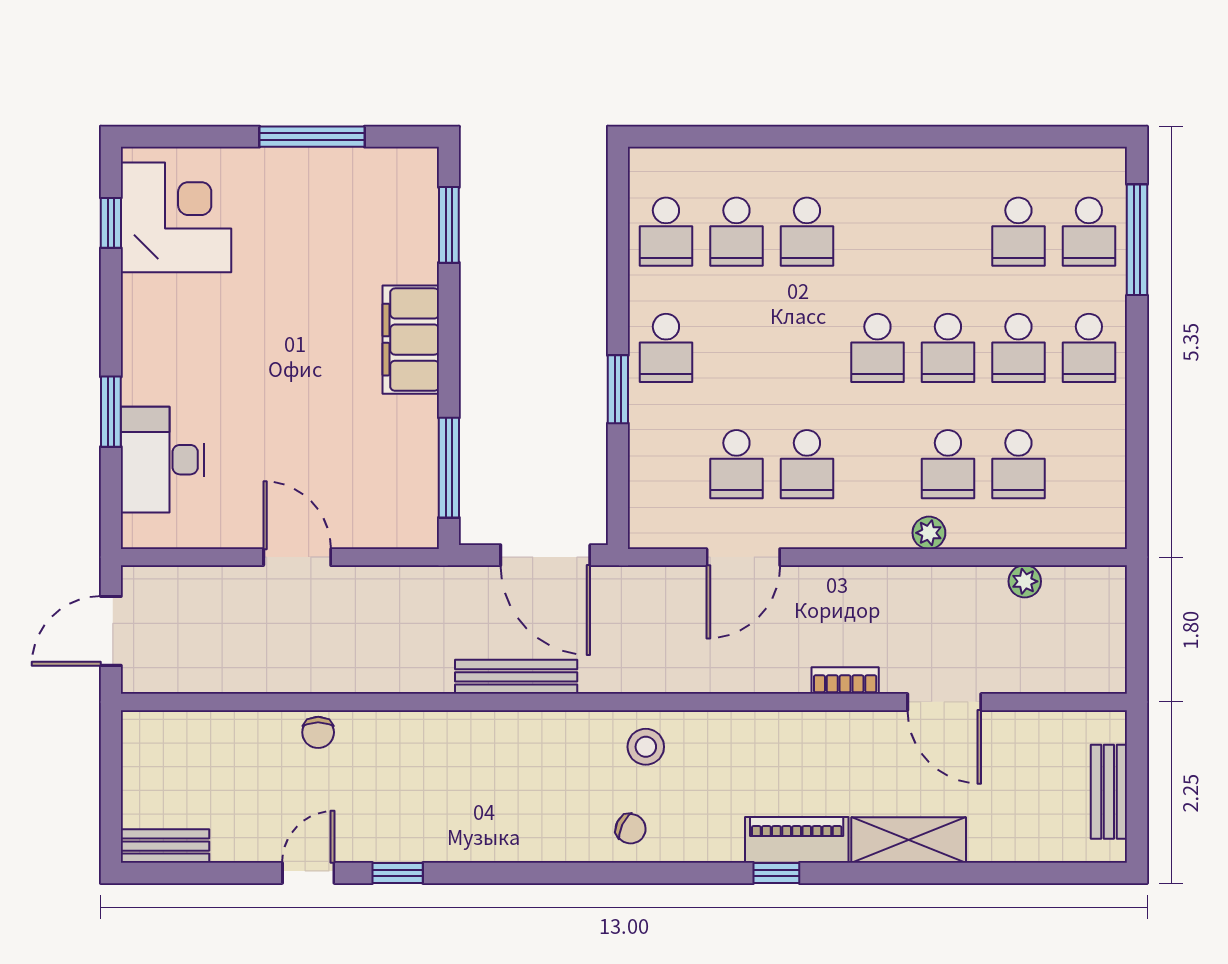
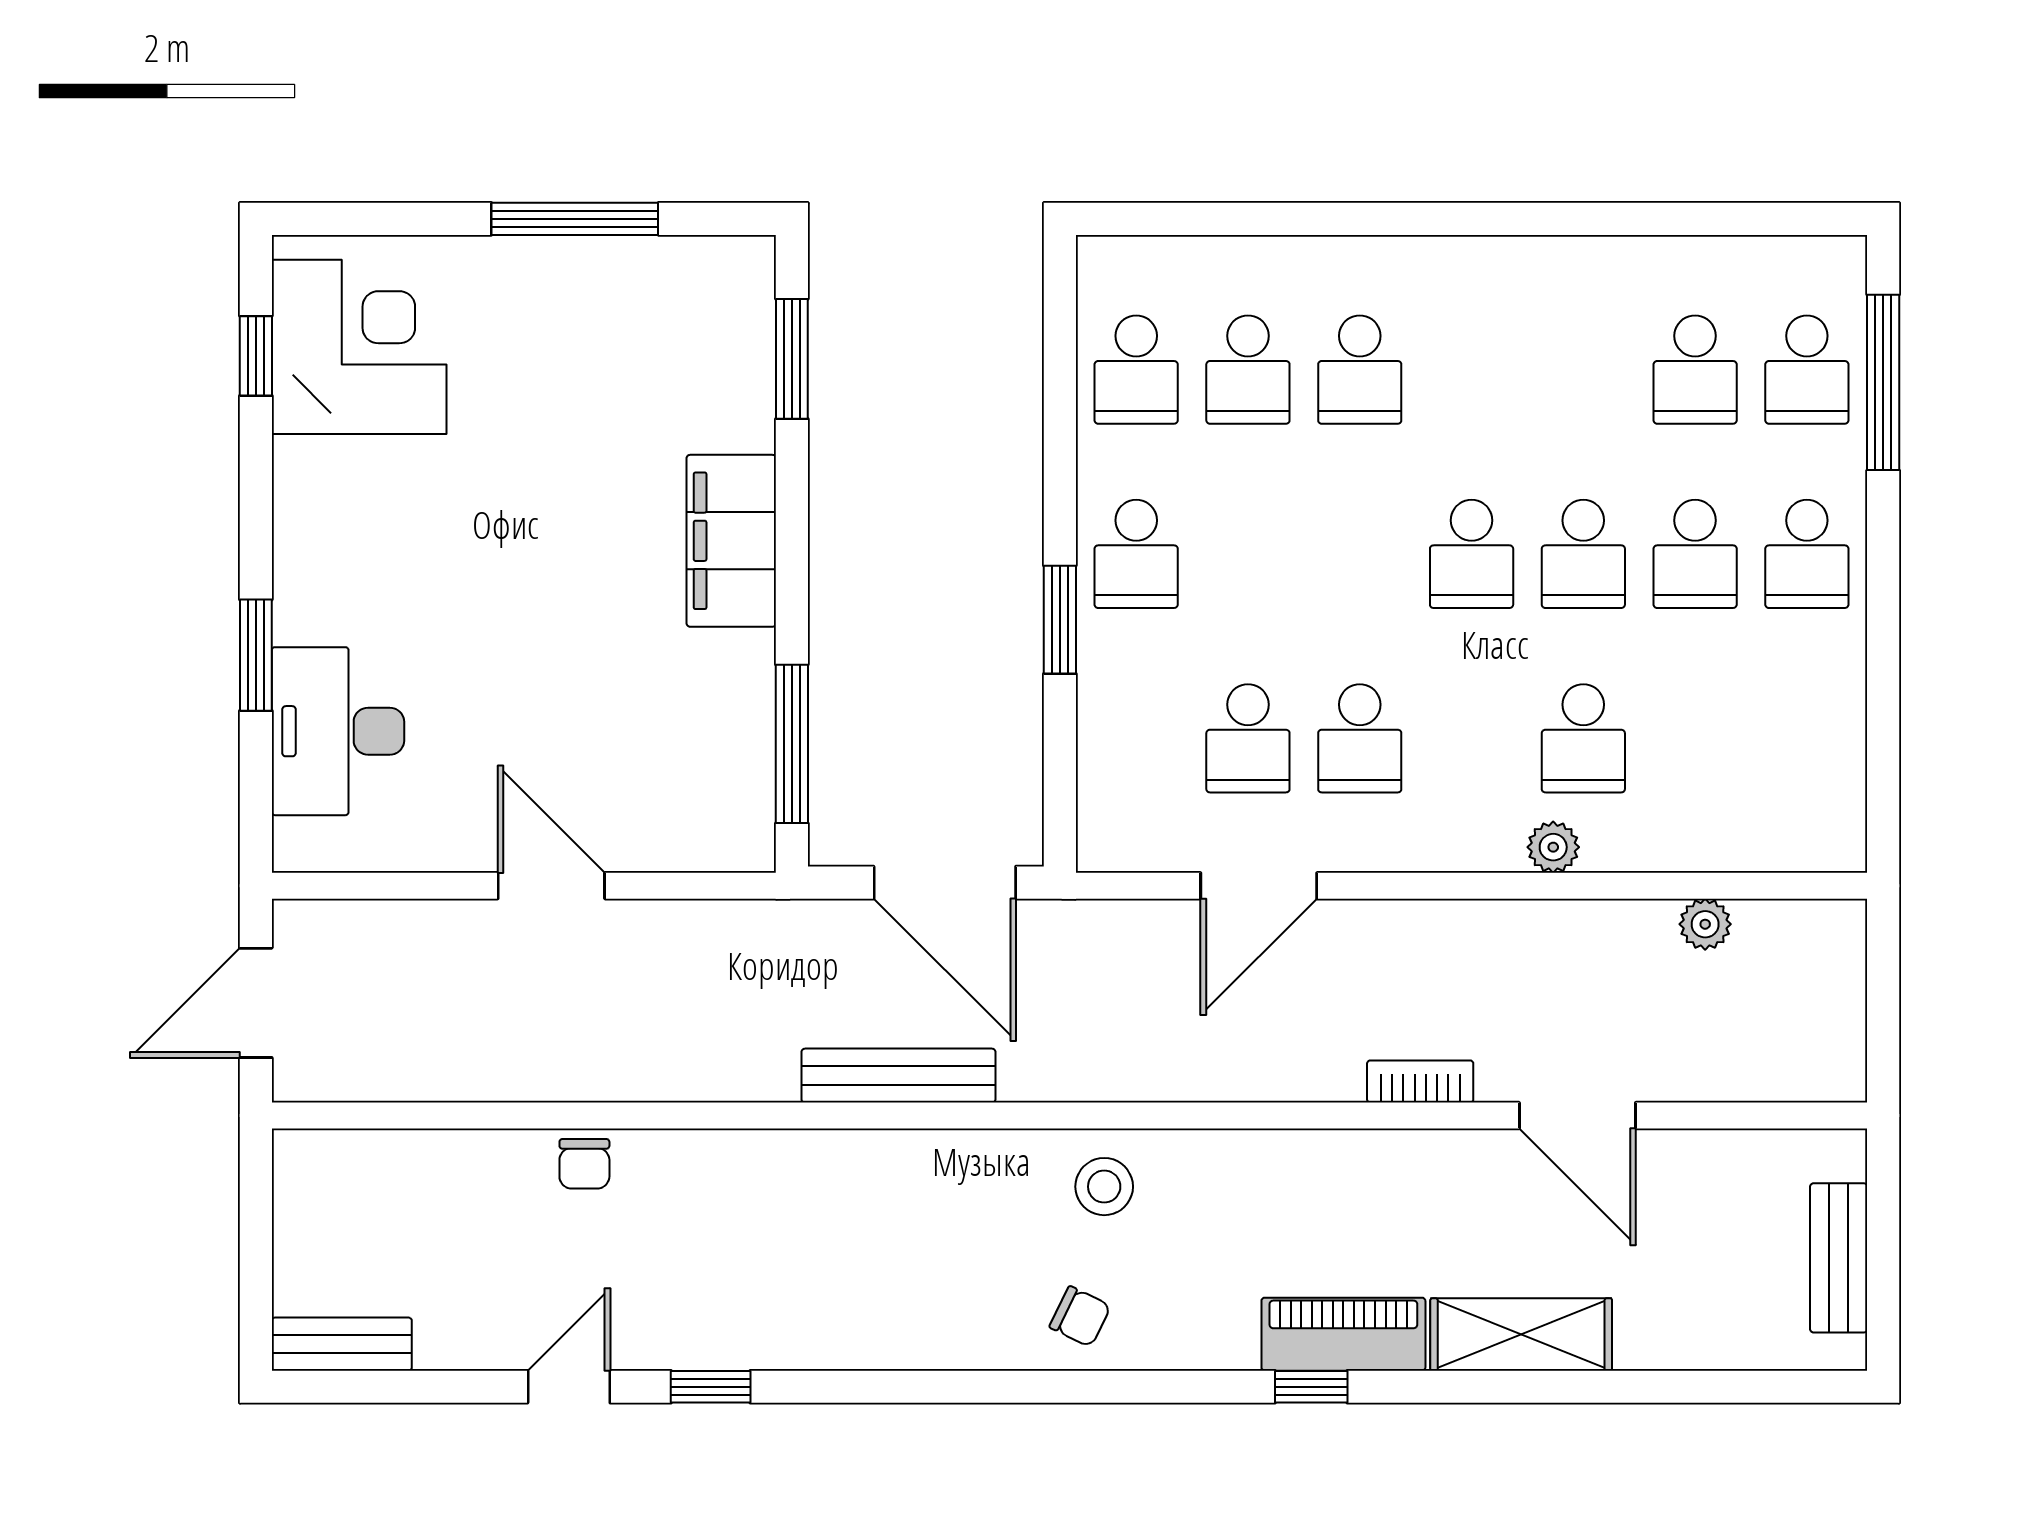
school desk: (1018, 464) -> (1695, 738), removed

